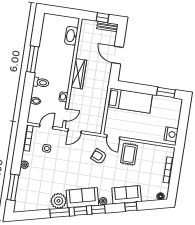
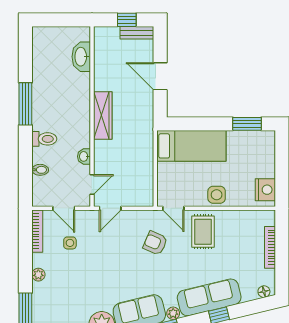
door: (46, 127) -> (64, 208), swing flipped
side table: (141, 133) -> (217, 195), added
sofa: (127, 195) -> (209, 297), width x1.36

